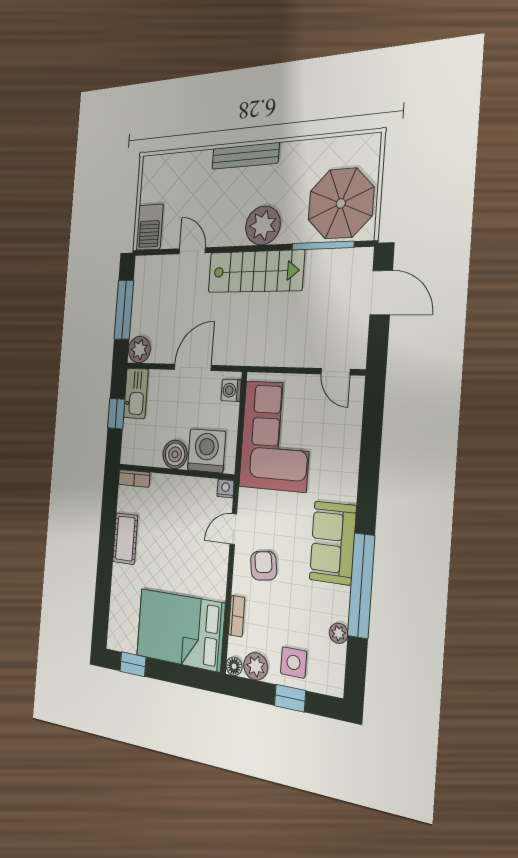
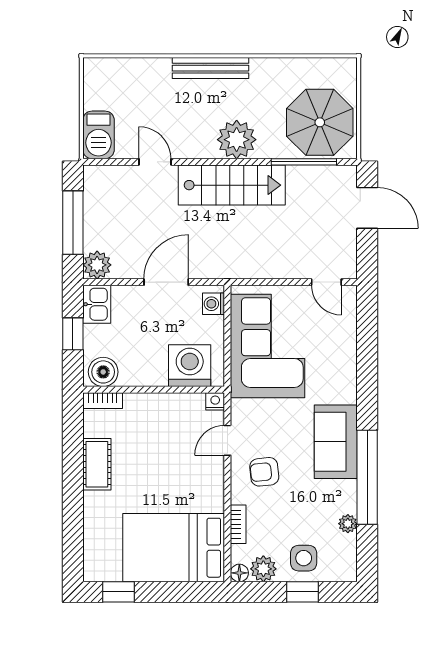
kitchen sink: (136, 393) -> (97, 304), width x0.73
boiler: (175, 454) -> (103, 372), moved
armchair: (264, 566) -> (264, 472), turned -88

